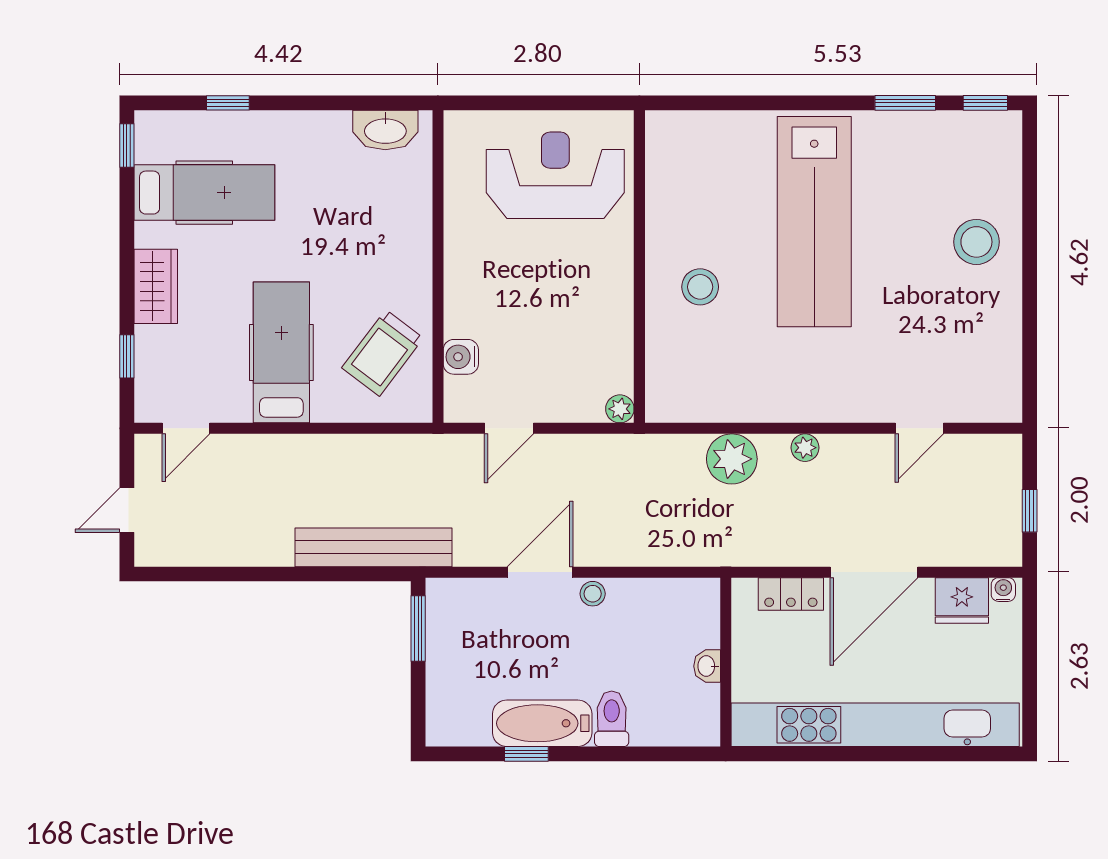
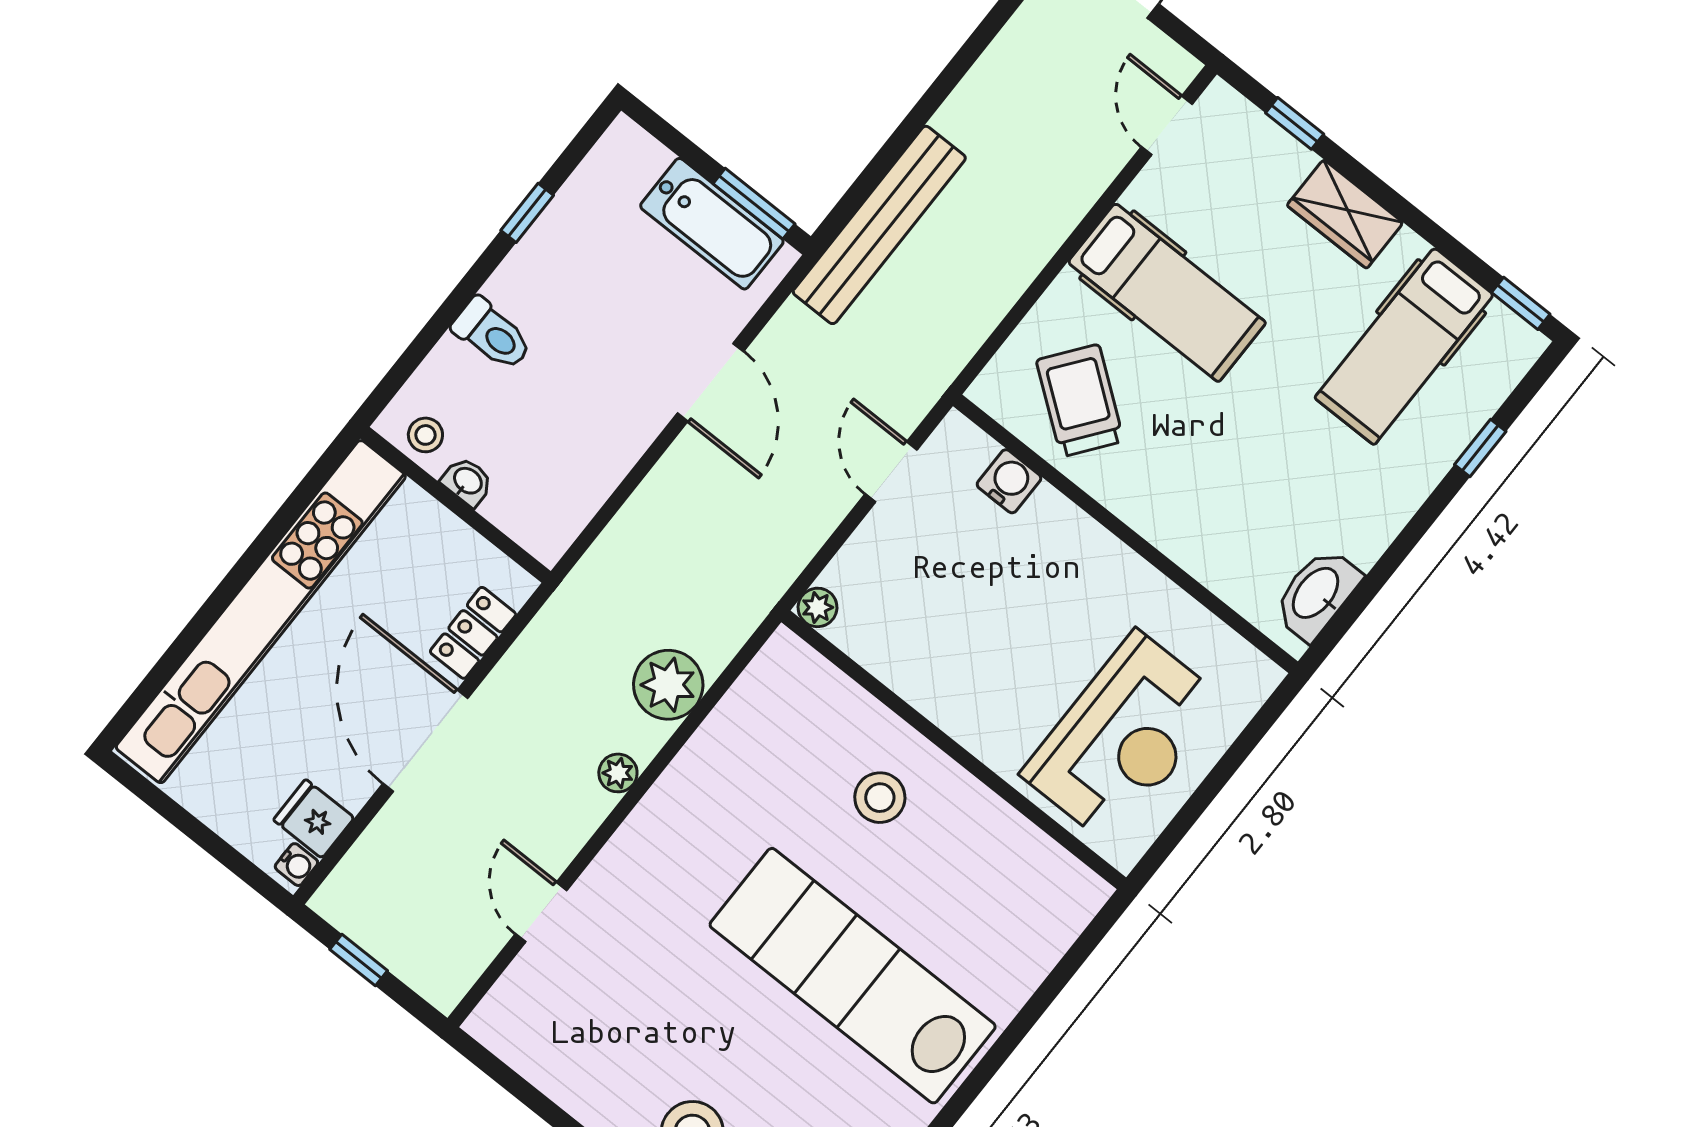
stool: (593, 594) -> (425, 435), moved
fridge: (962, 600) -> (314, 819), width x0.72
bathtub: (542, 723) -> (712, 224), moved, turned 90

